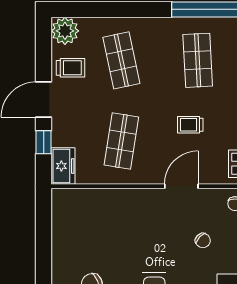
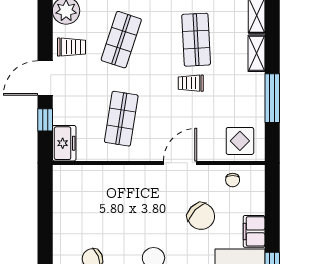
shop shelf: (121, 60) -> (121, 40), turned 30
trolley: (190, 125) -> (191, 83), moved
chair: (203, 240) -> (201, 216), width x1.87, depth x1.87

